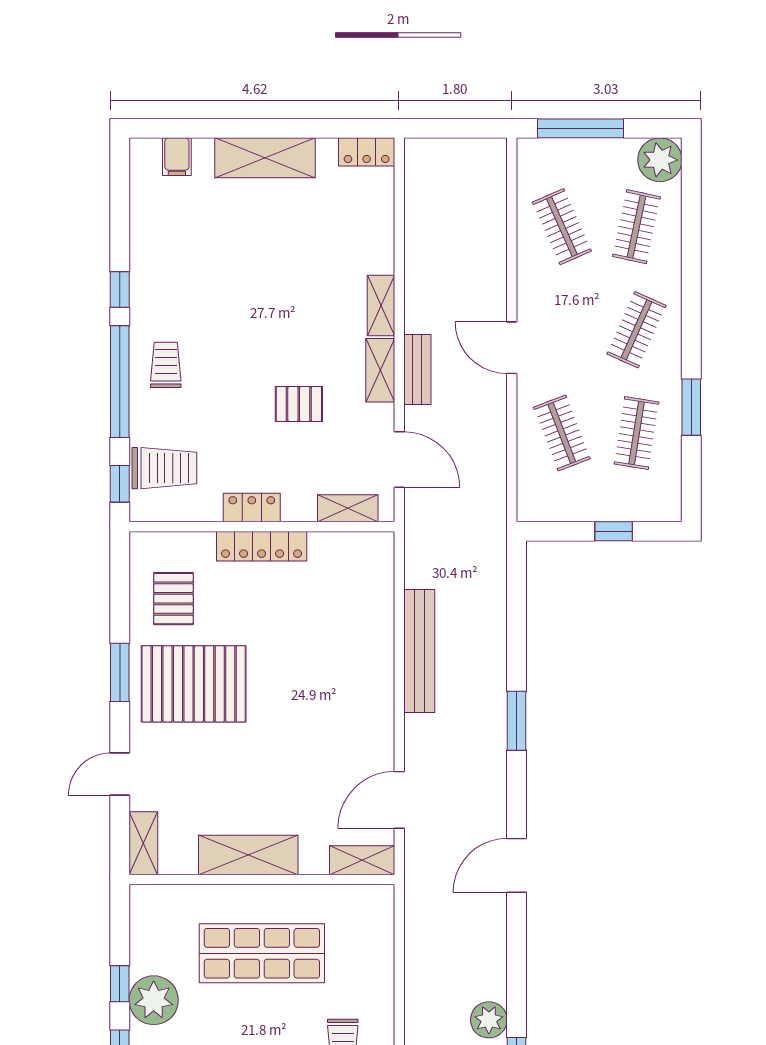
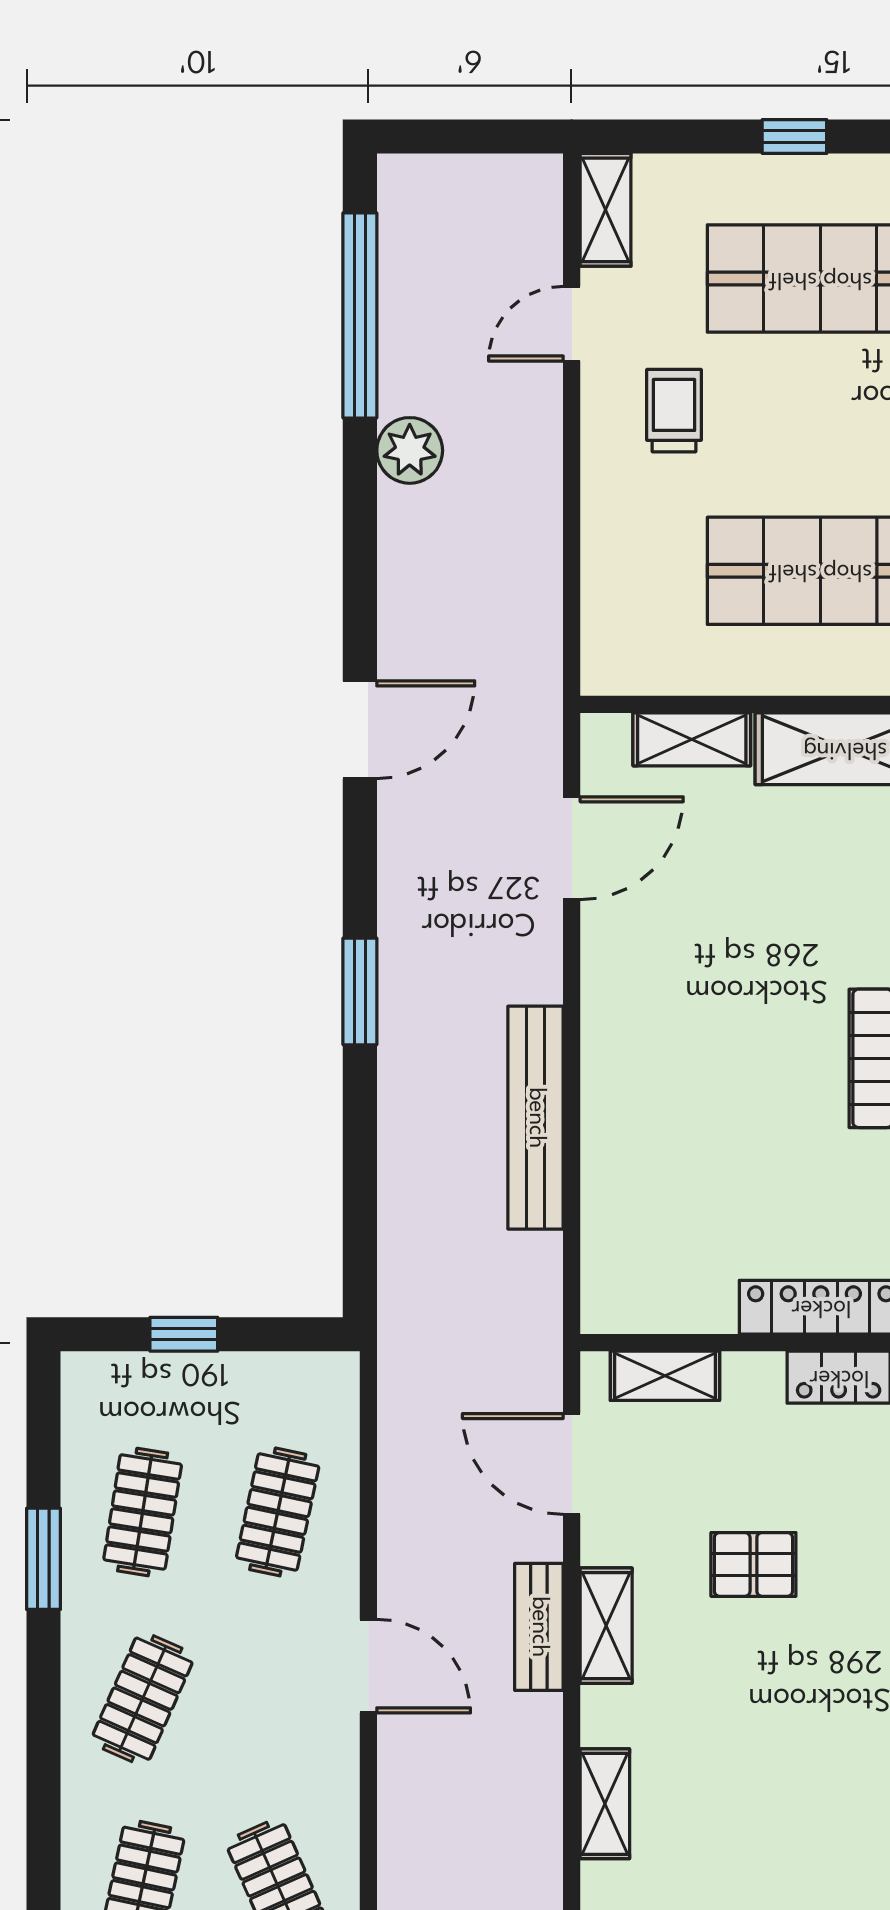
shelving: (381, 305) -> (605, 1804), moved
clothes rail: (562, 433) -> (278, 1512), turned 33
shelving: (362, 860) -> (692, 739), moved

